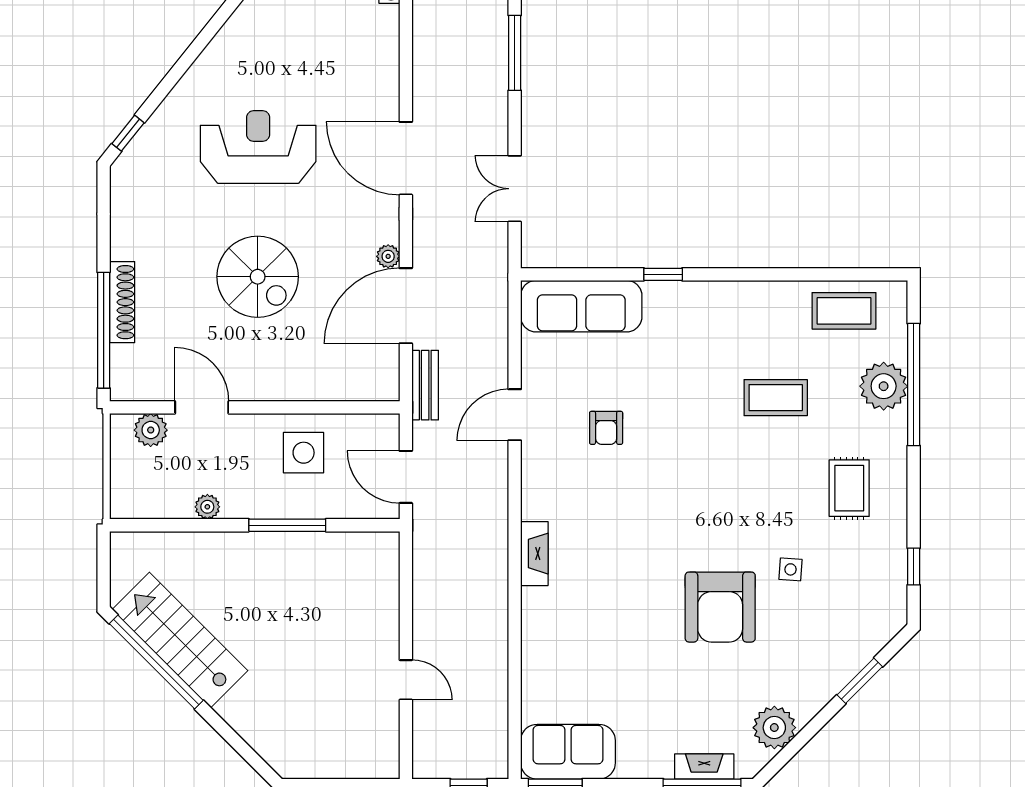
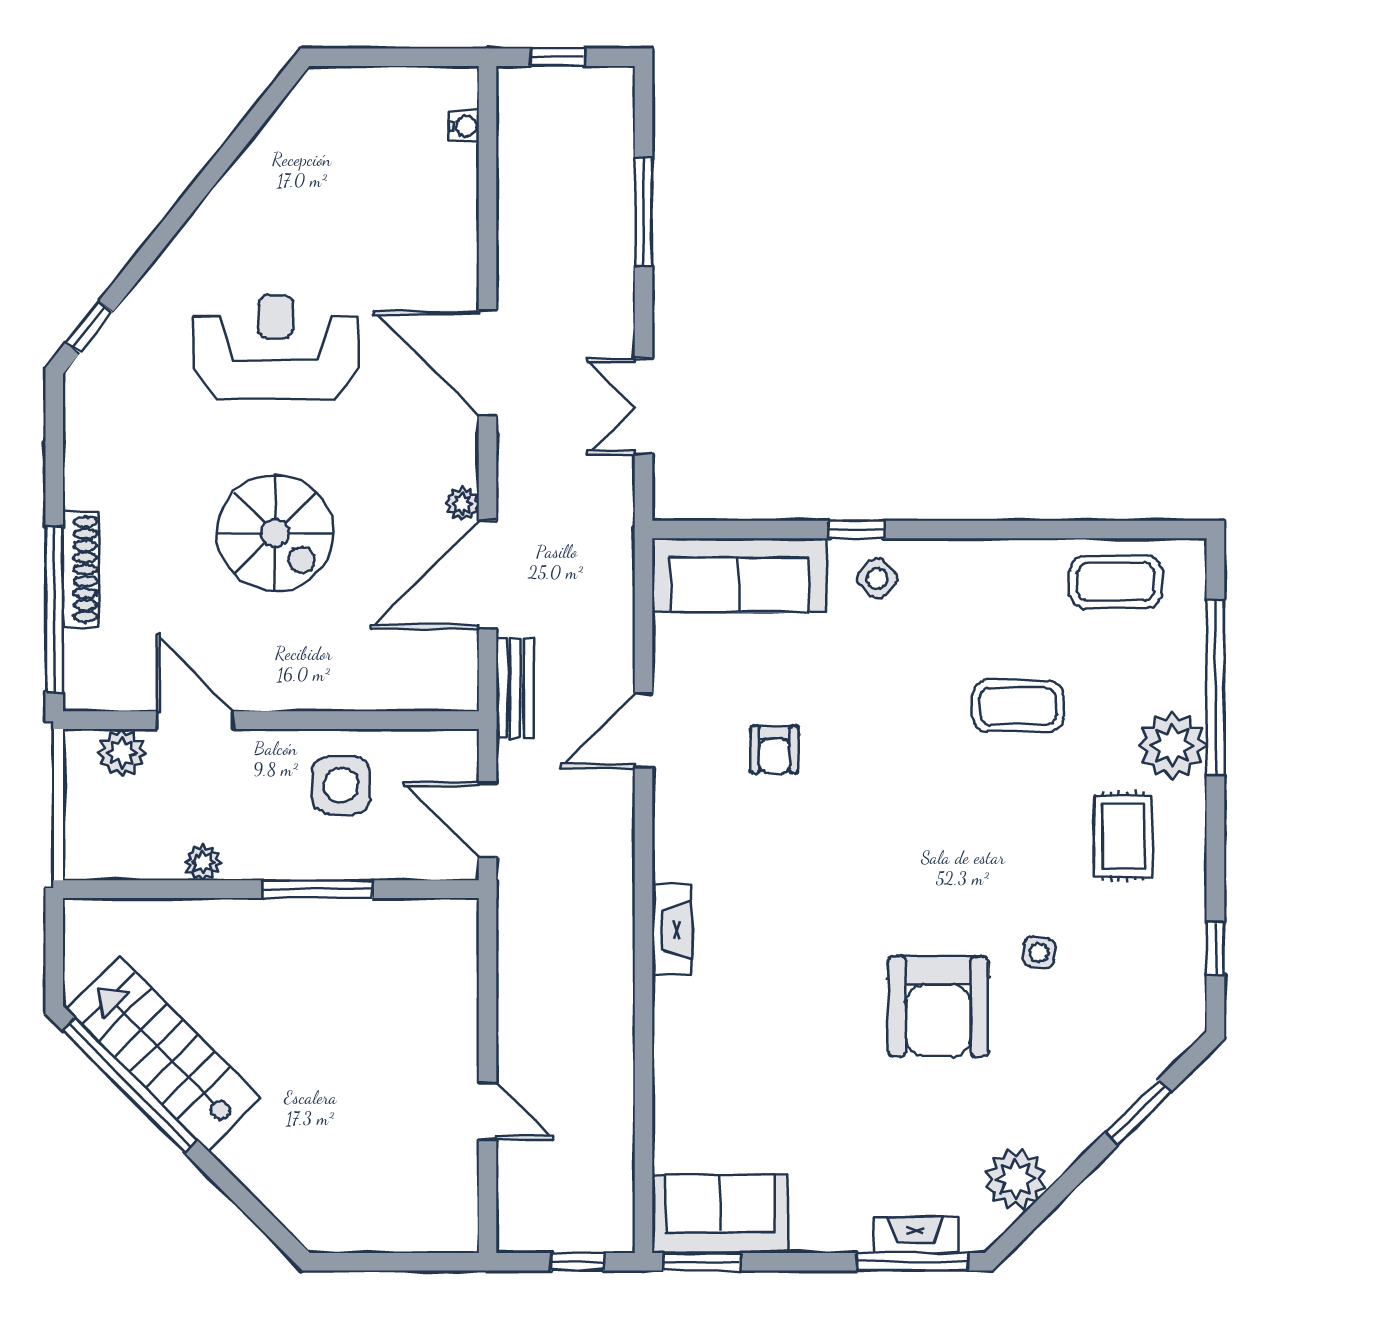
side table: (678, 309) -> (877, 579), added
plant: (884, 386) -> (1172, 745), moved

